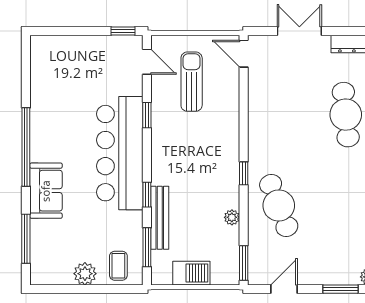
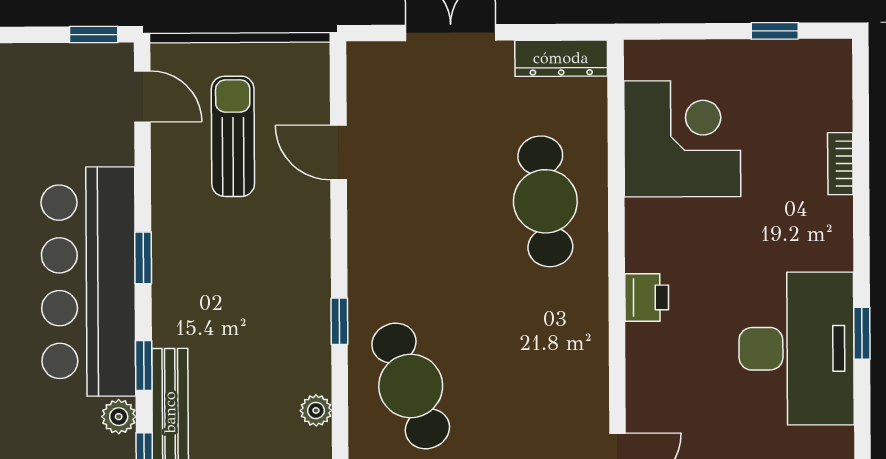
door: (244, 54) -> (339, 152), moved
window: (147, 115) -> (143, 258), moved
plant: (134, 220) -> (119, 417), added

